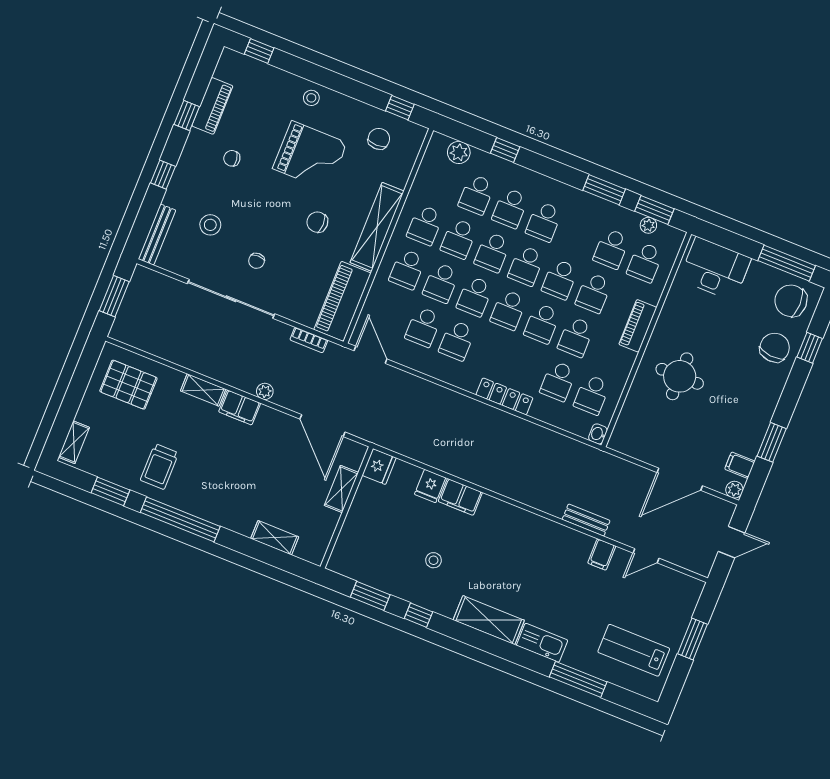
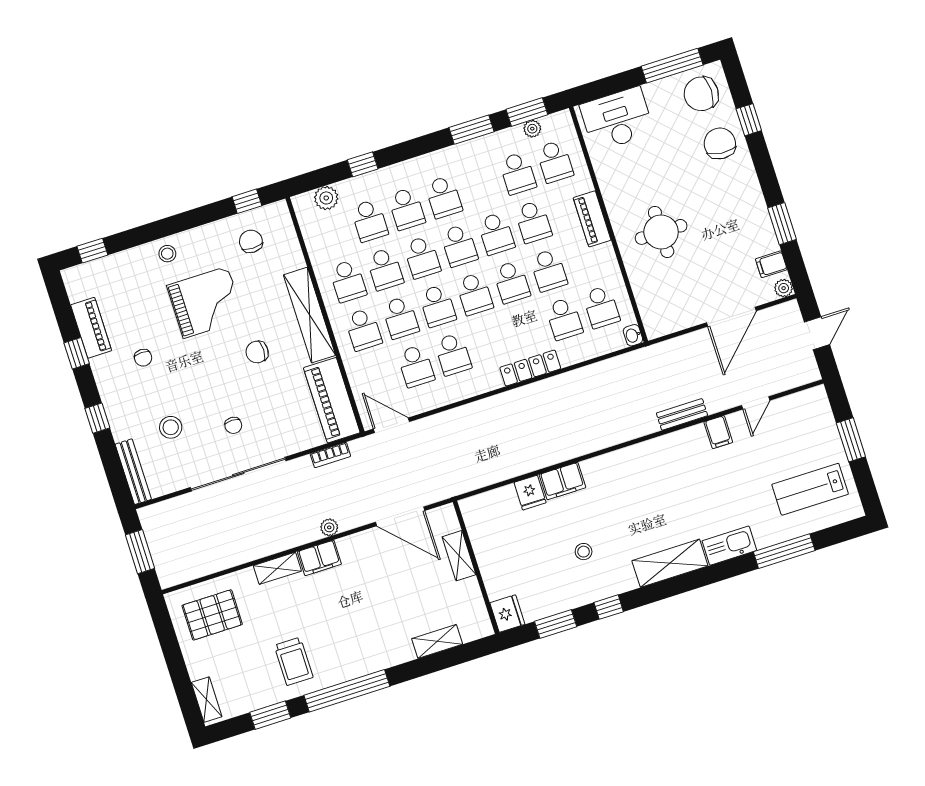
chair: (232, 158) -> (143, 358), turned -81
fridge: (379, 466) -> (507, 614), moved

